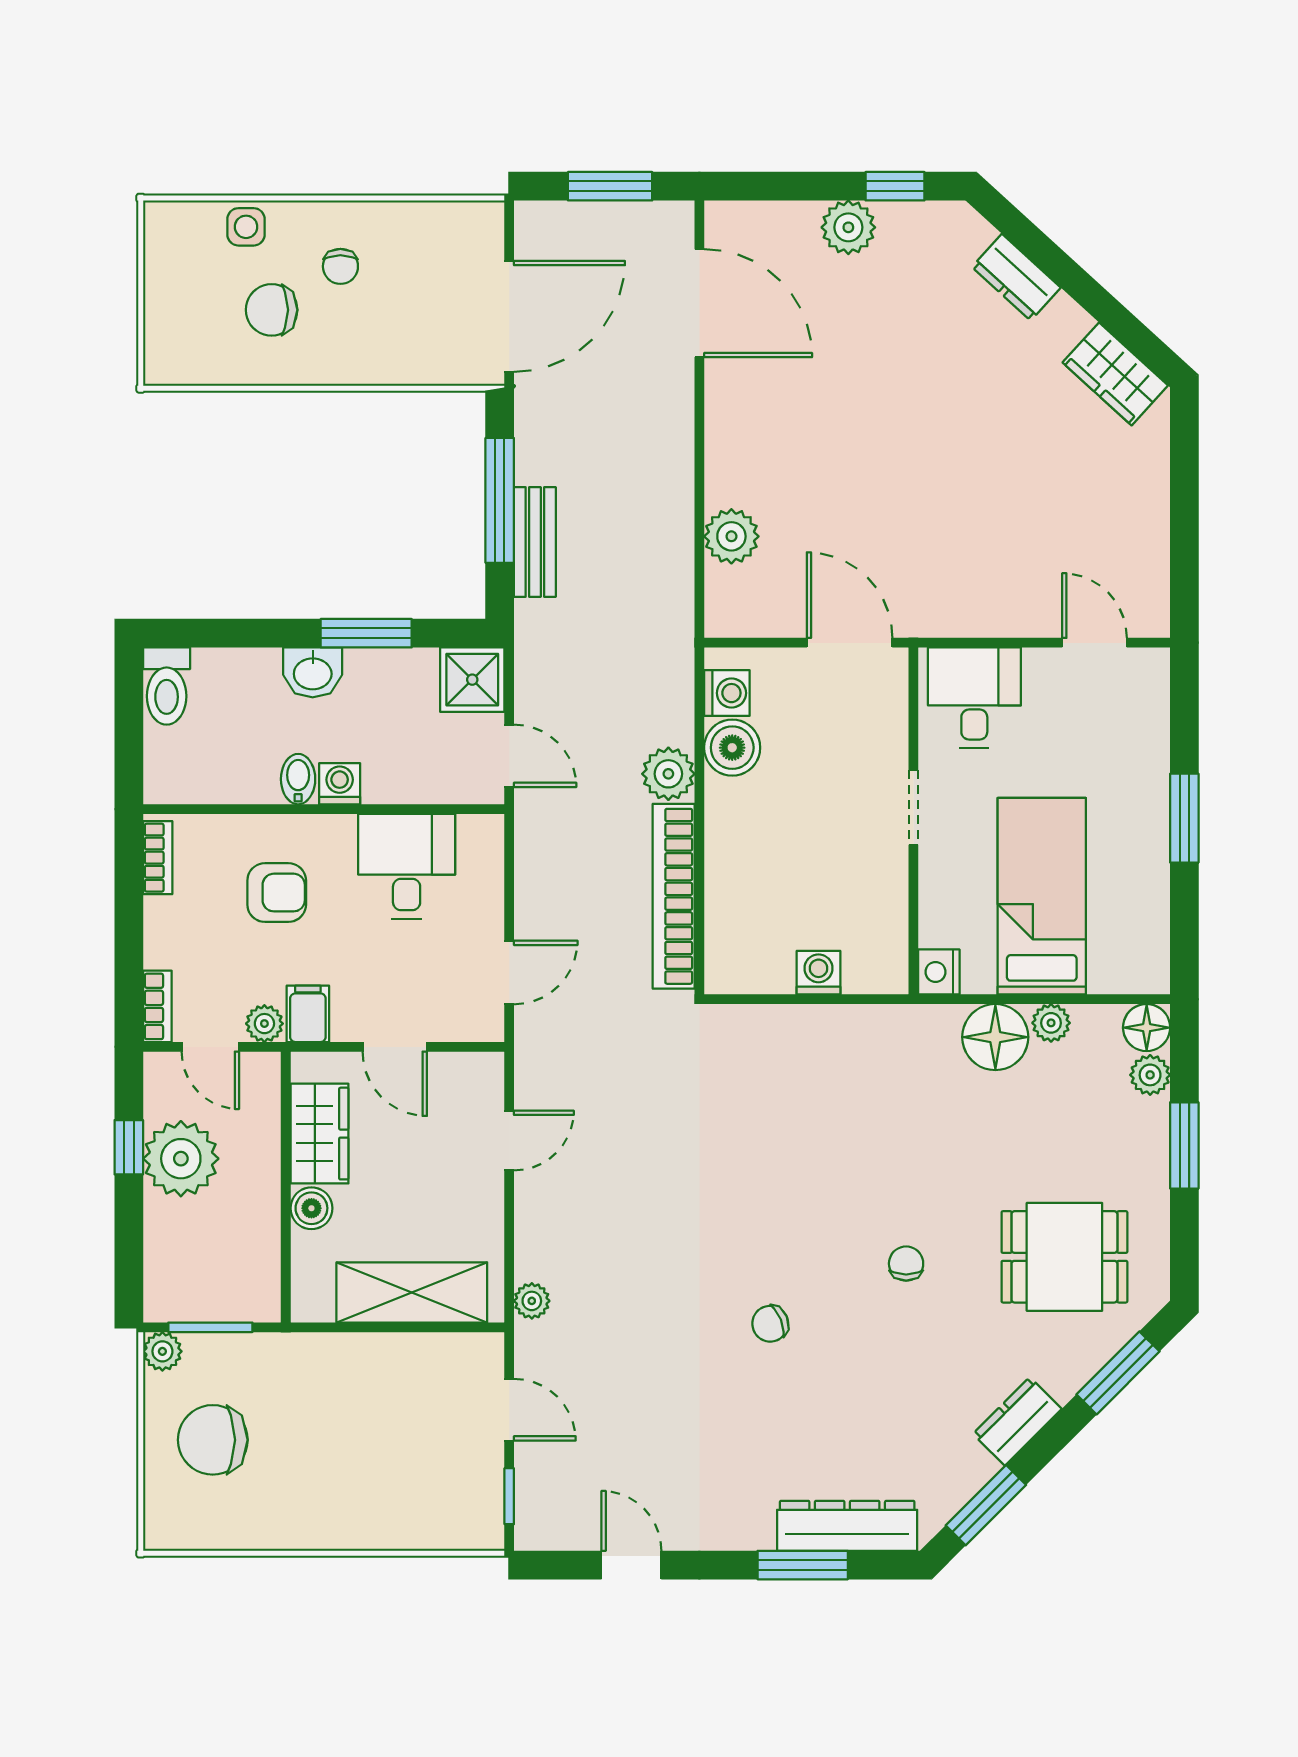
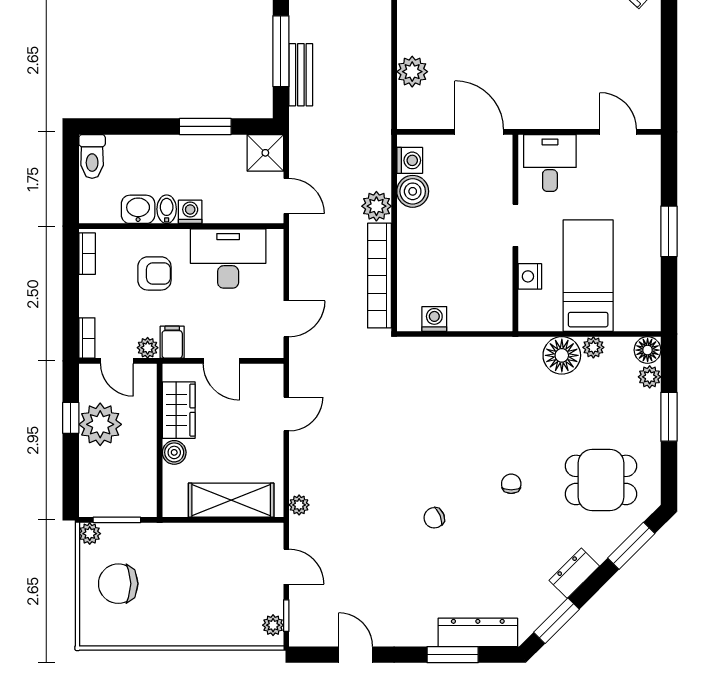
washbasin: (313, 672) -> (138, 209), moved, turned 180
desk: (407, 866) -> (228, 259), width x1.37
nightstand: (939, 972) -> (530, 276), moved
washing machine: (819, 973) -> (434, 319), moved
plant: (486, 1513) -> (273, 625), added

